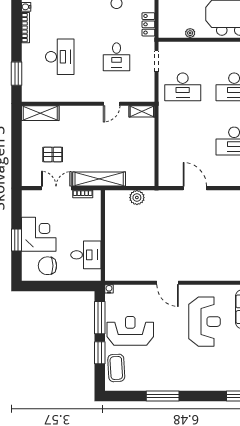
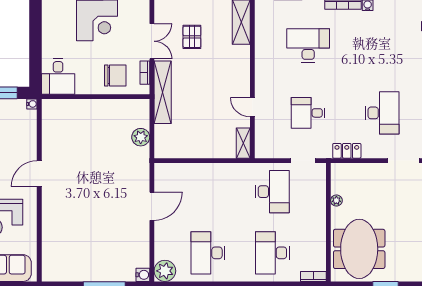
desk: (60, 57) -> (308, 45), turned 180
desk: (183, 87) -> (272, 192), turned 180
desk: (86, 255) -> (58, 76), moved
chair: (47, 266) -> (115, 76), moved, turned 90

